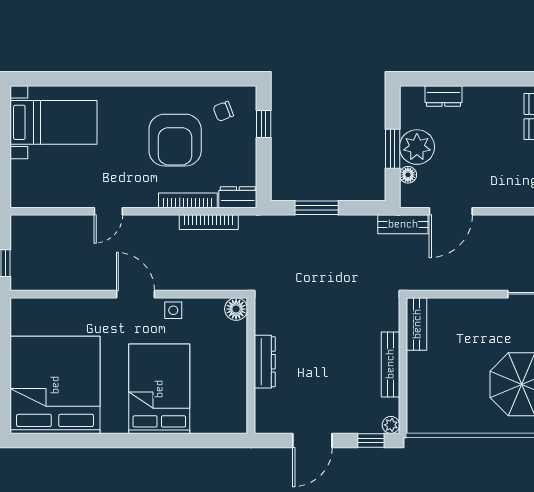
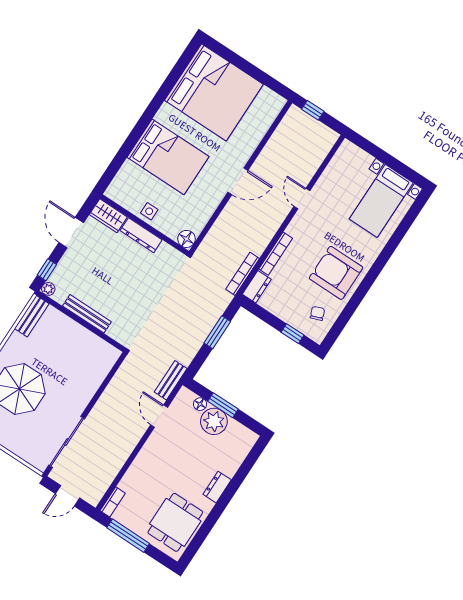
dresser: (443, 96) -> (217, 487), moved
armchair: (175, 140) -> (336, 273), moved
door: (451, 211) -> (159, 416), width x0.73
bookcase: (209, 222) -> (243, 274), moved
side table: (173, 310) -> (149, 211), moved
bench: (417, 324) -> (32, 316), moved, turned 90
wardrobe: (267, 412) -> (108, 216), added

